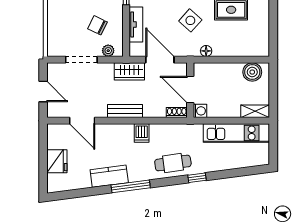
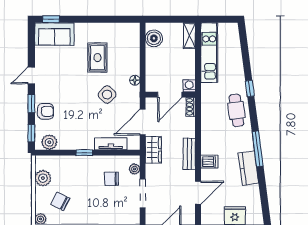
chair: (97, 25) -> (112, 179), turned 64
dishwasher: (142, 133) -> (209, 162), moved

